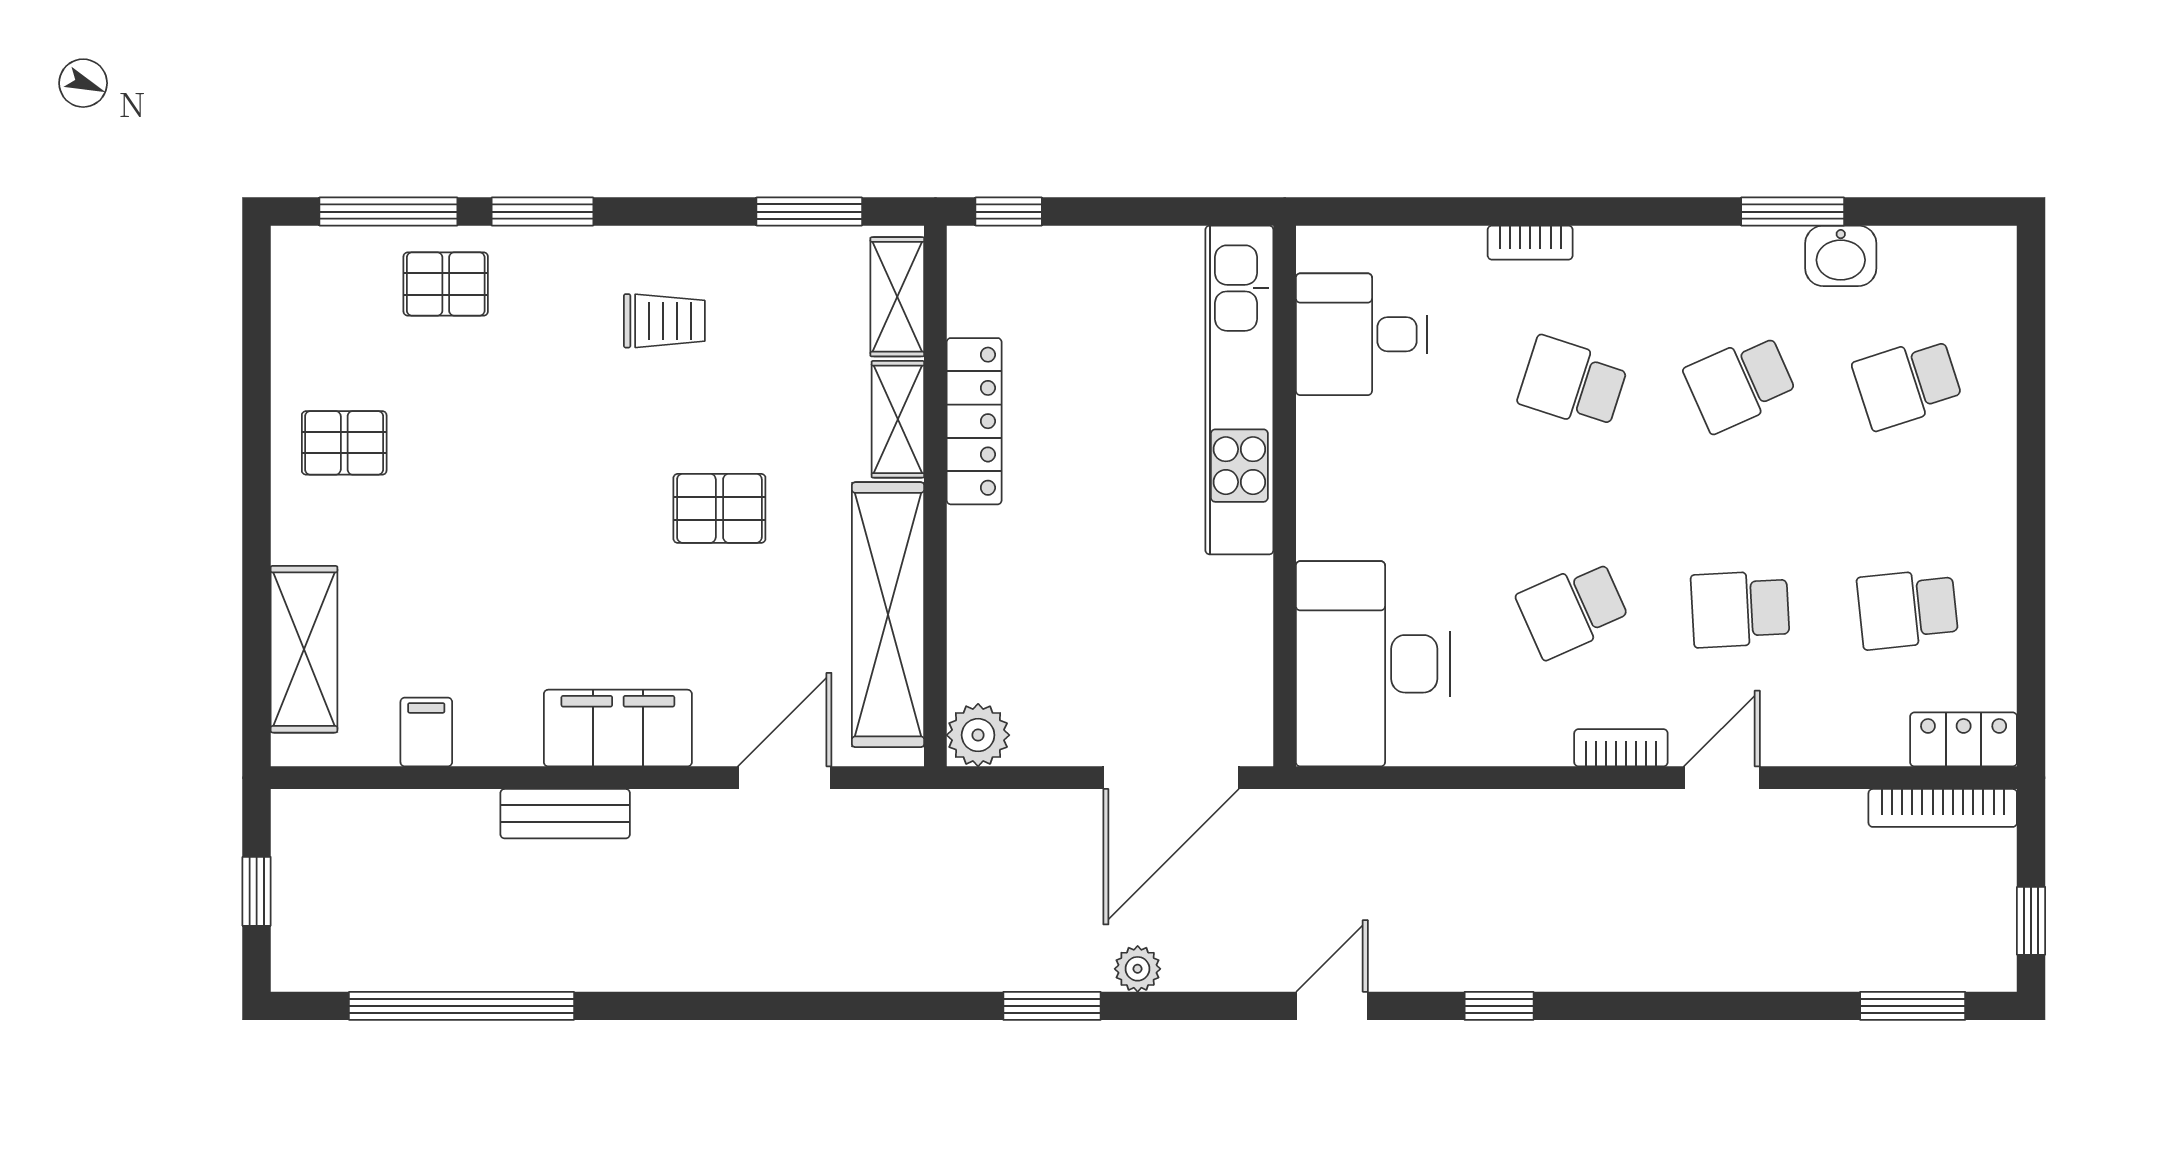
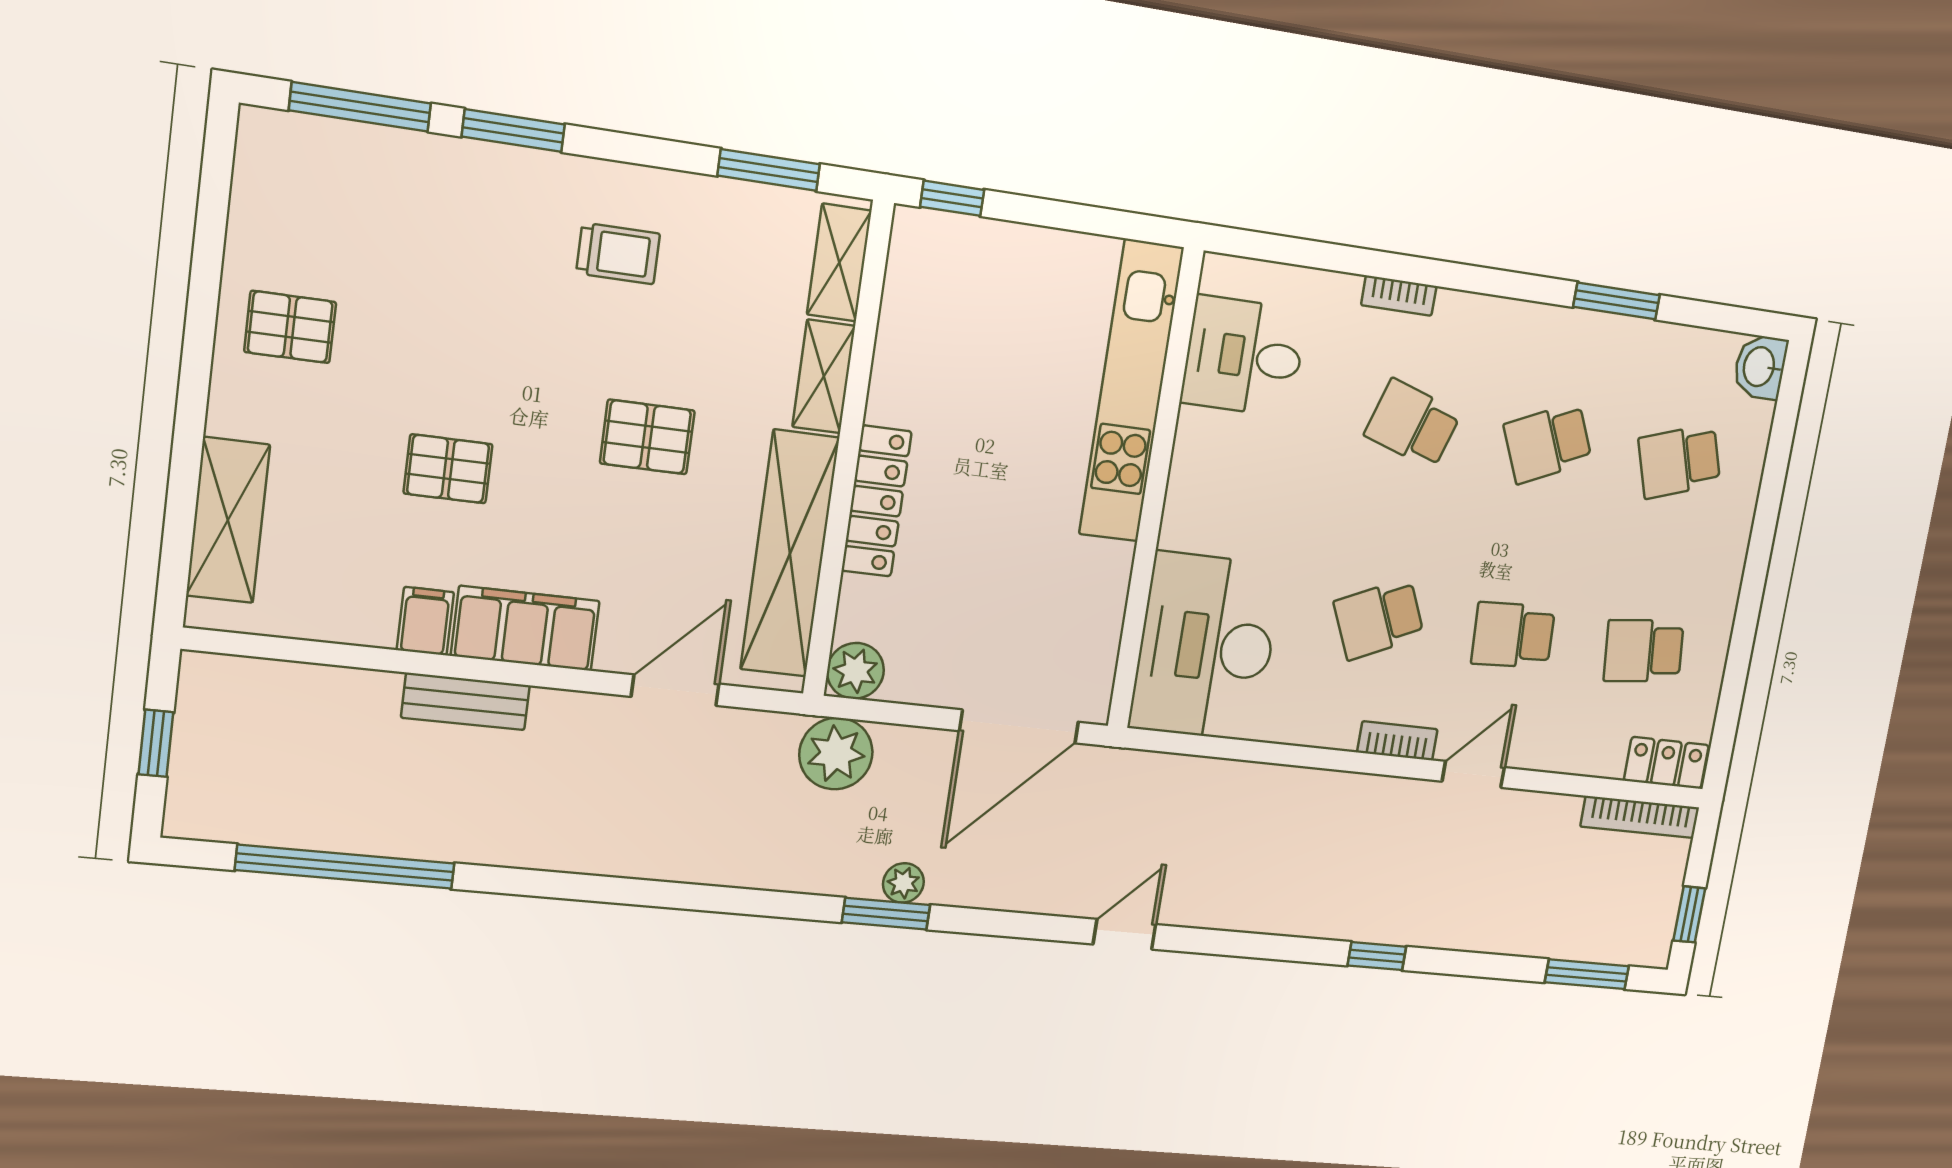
washbasin: (1841, 256) -> (1760, 367), moved, turned 90
pallet: (446, 284) -> (448, 469), moved
locker: (974, 421) -> (876, 501), moved
filing cabinet: (426, 732) -> (425, 621), moved
plant: (970, 830) -> (836, 754), added
plant: (1138, 969) -> (903, 883), moved
window: (1499, 1006) -> (1377, 956), moved

